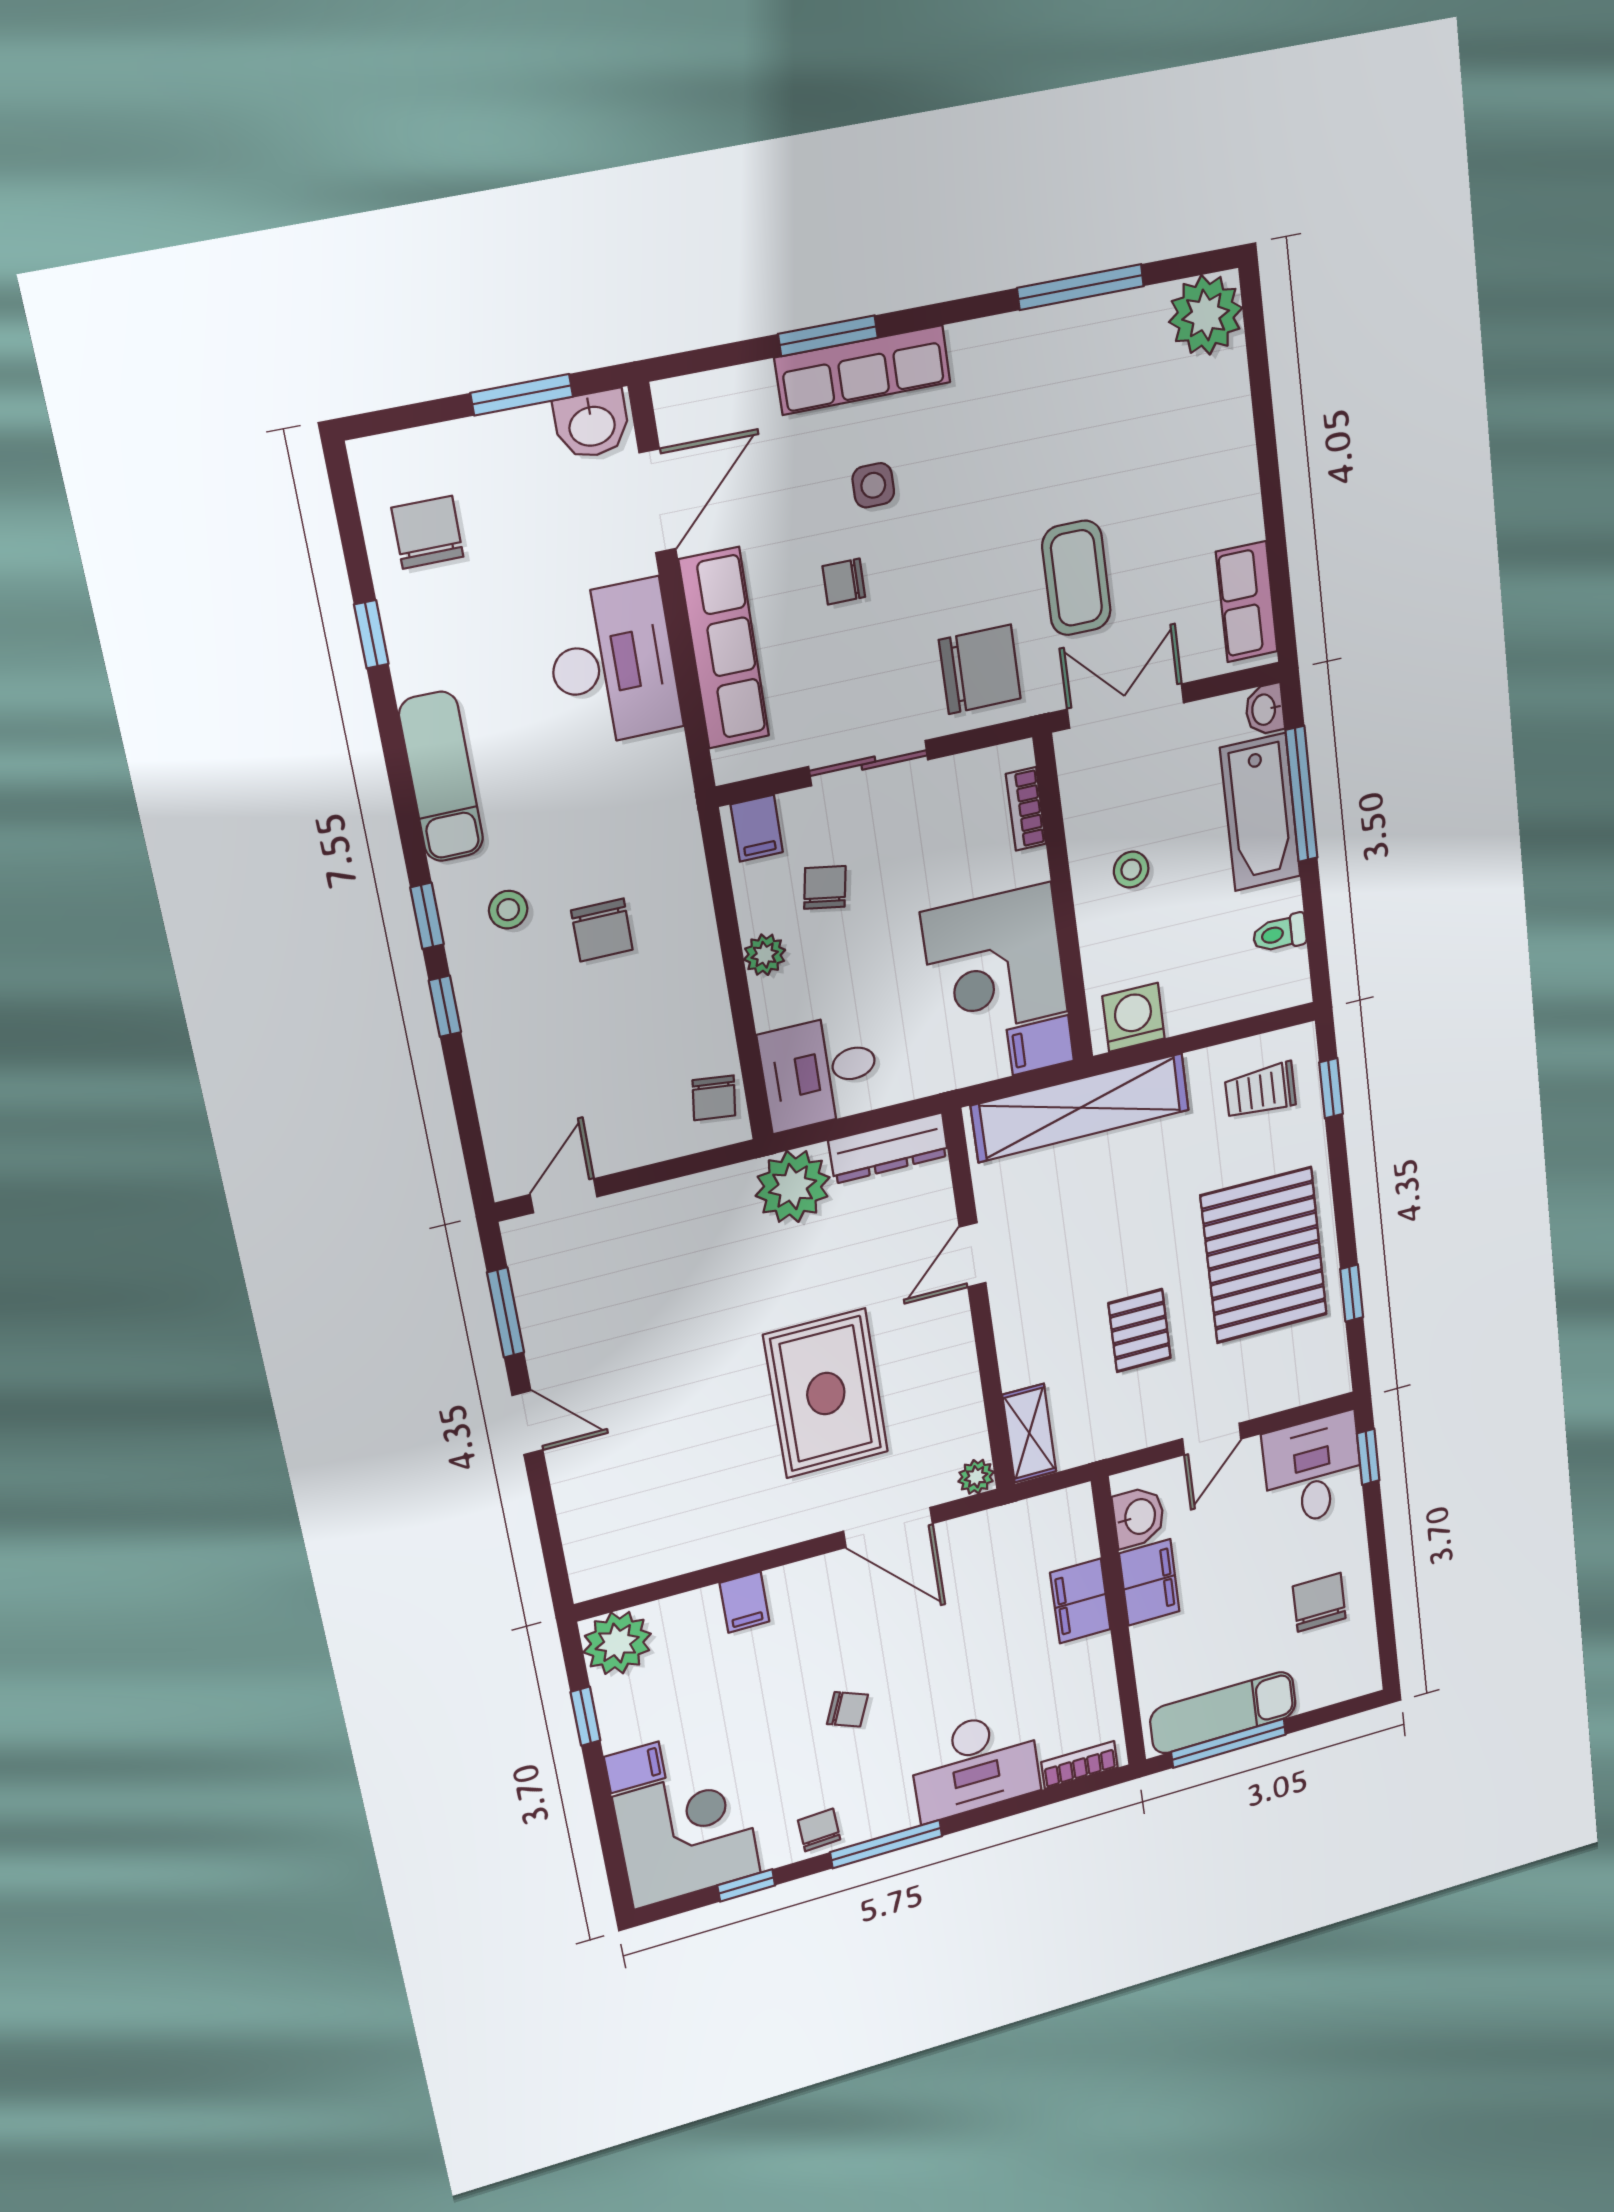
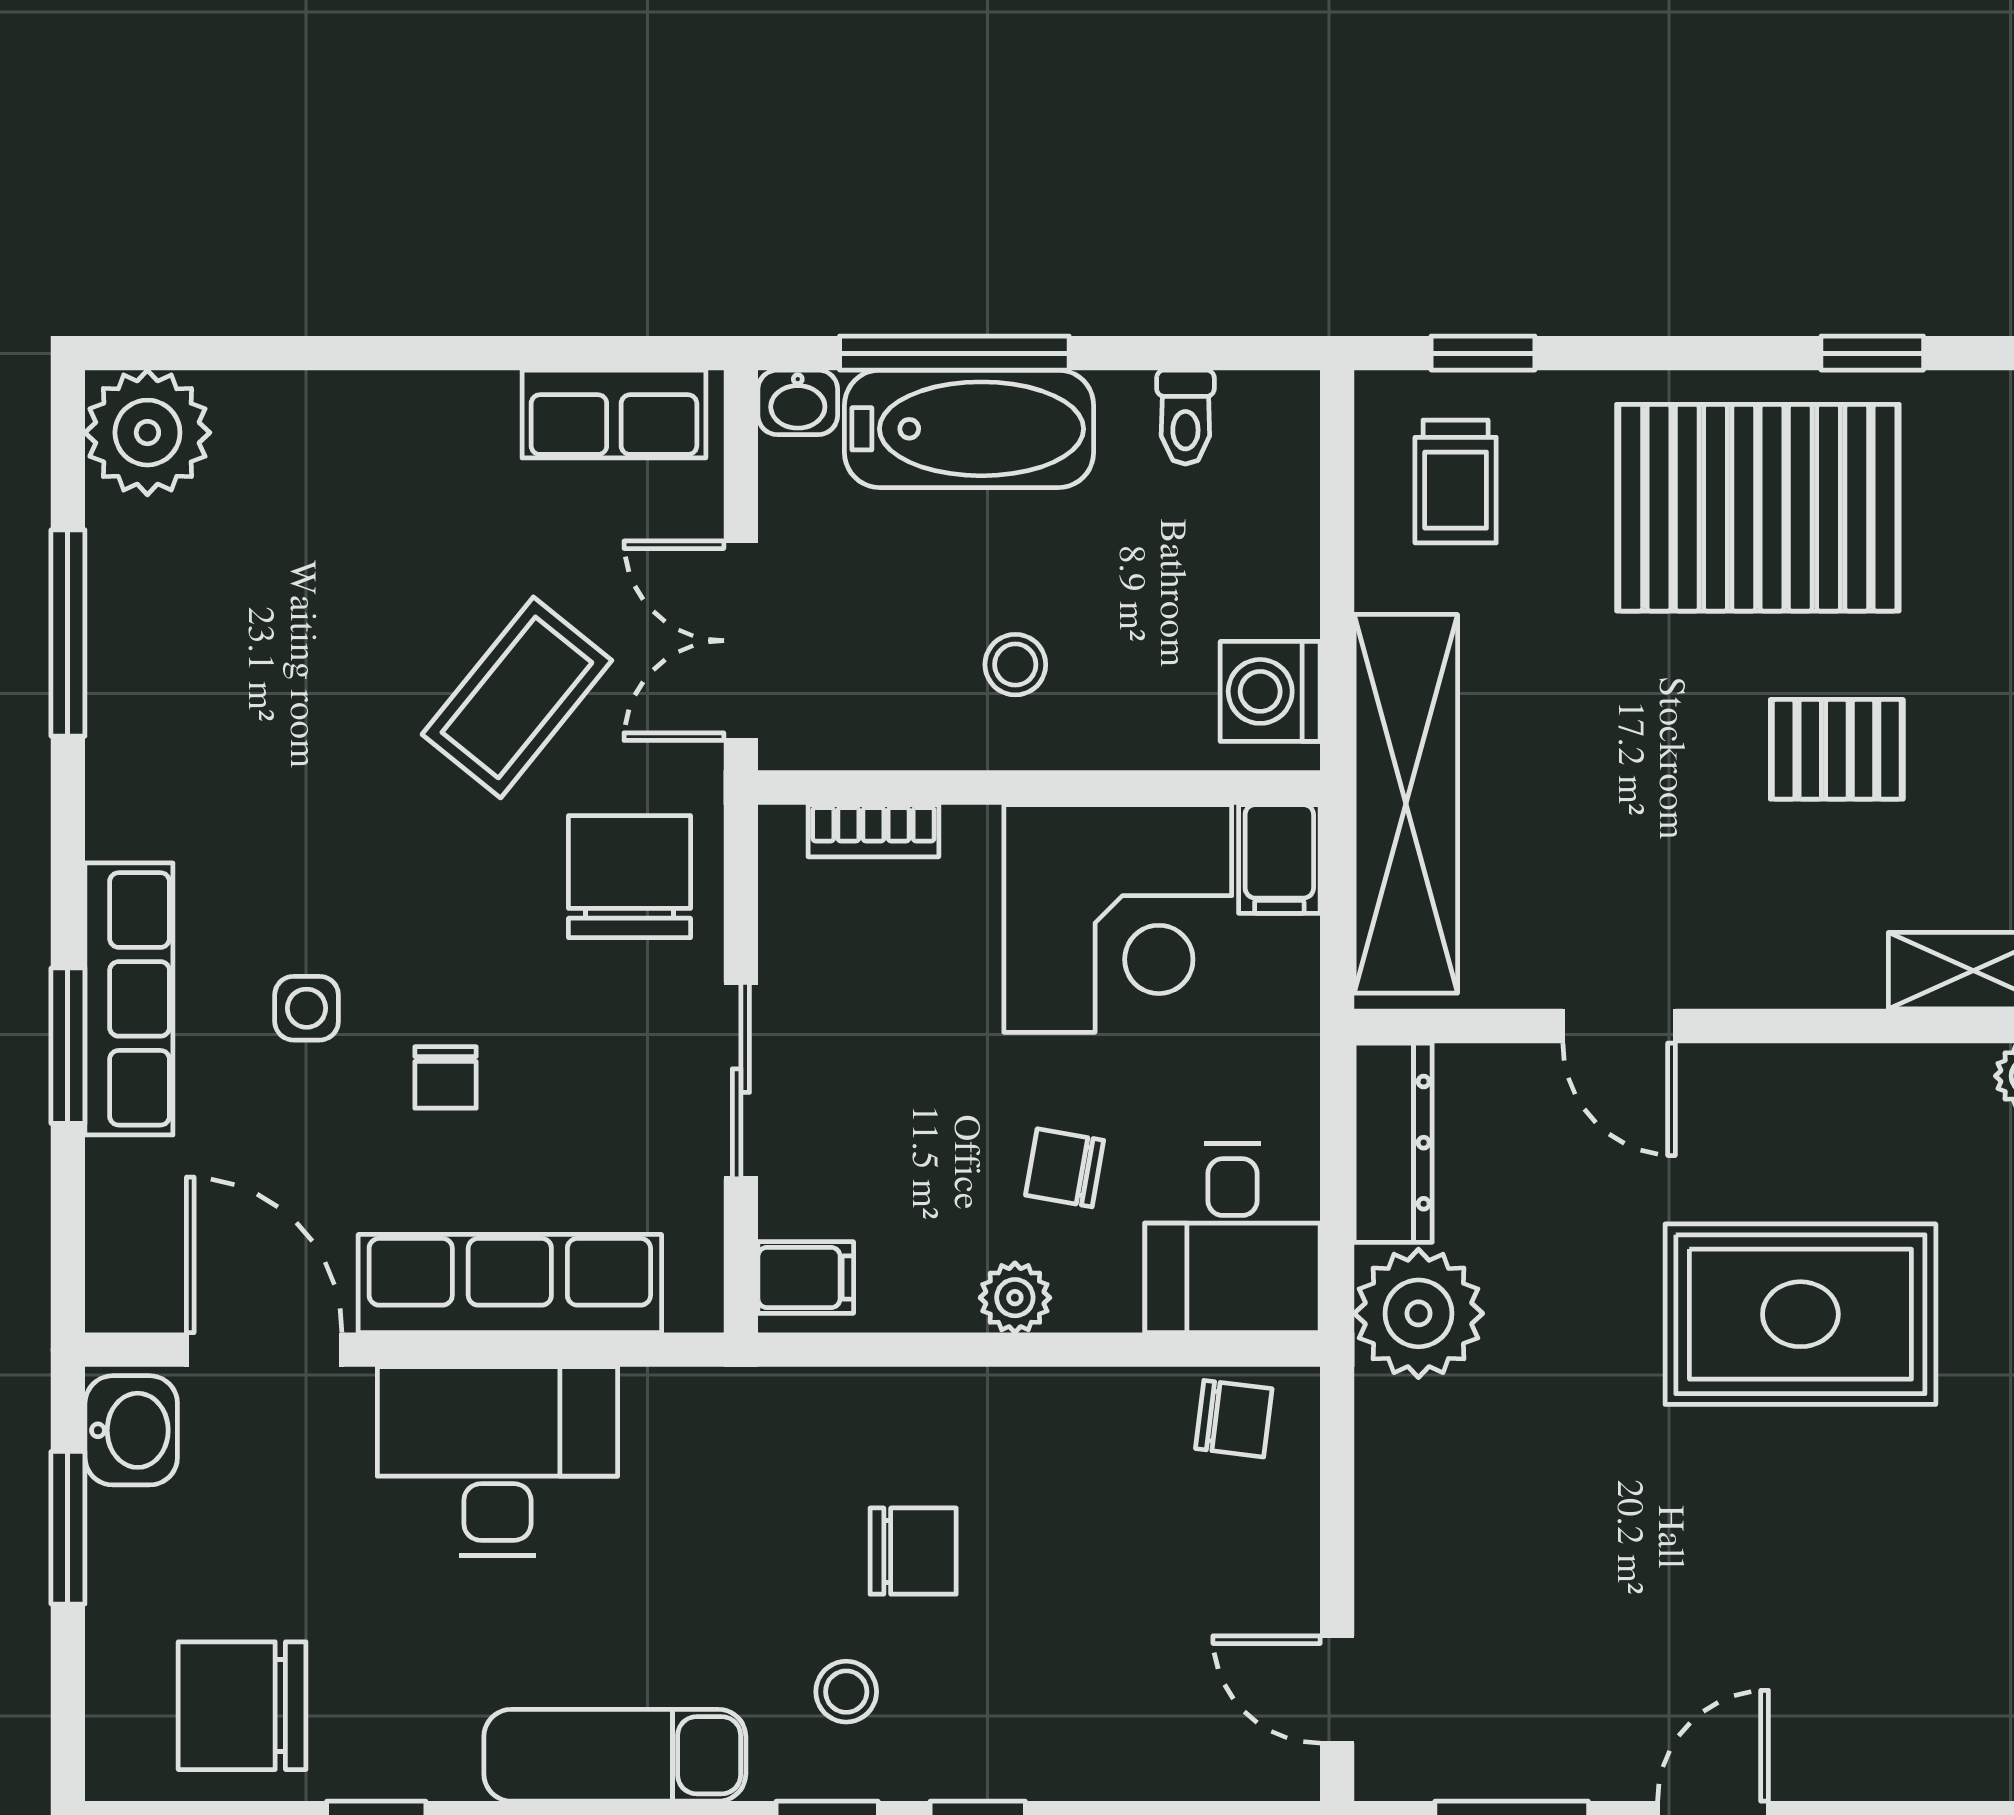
chair: (427, 532) -> (242, 1706), width x1.37, depth x1.37
coffee table: (1076, 578) -> (517, 697), turned -51
chair: (825, 887) -> (1065, 1168), moved

